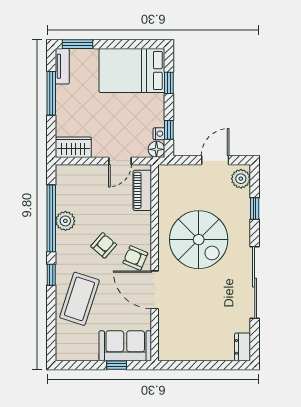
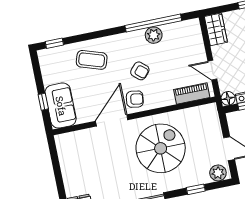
spiral stairs: (199, 240) -> (161, 148), turned 180
armchair: (135, 258) -> (135, 99), turned 75
window: (51, 275) -> (54, 43), moved
coffee table: (79, 299) -> (92, 60), width x0.73, depth x0.76

